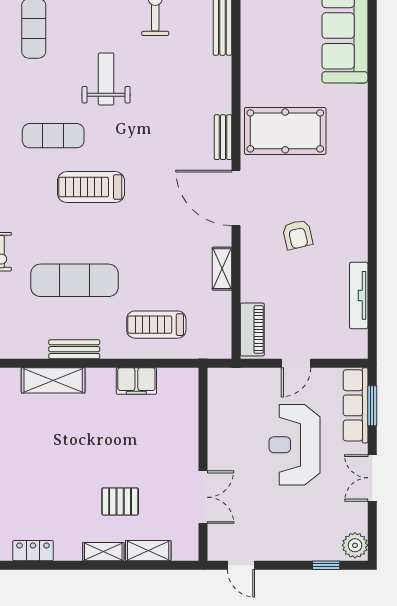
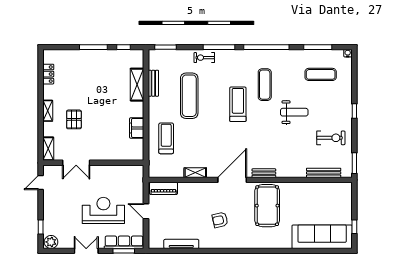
armchair: (298, 235) -> (220, 220), moved
bench: (74, 349) -> (153, 83), moved
shelving: (148, 551) -> (48, 149), moved

